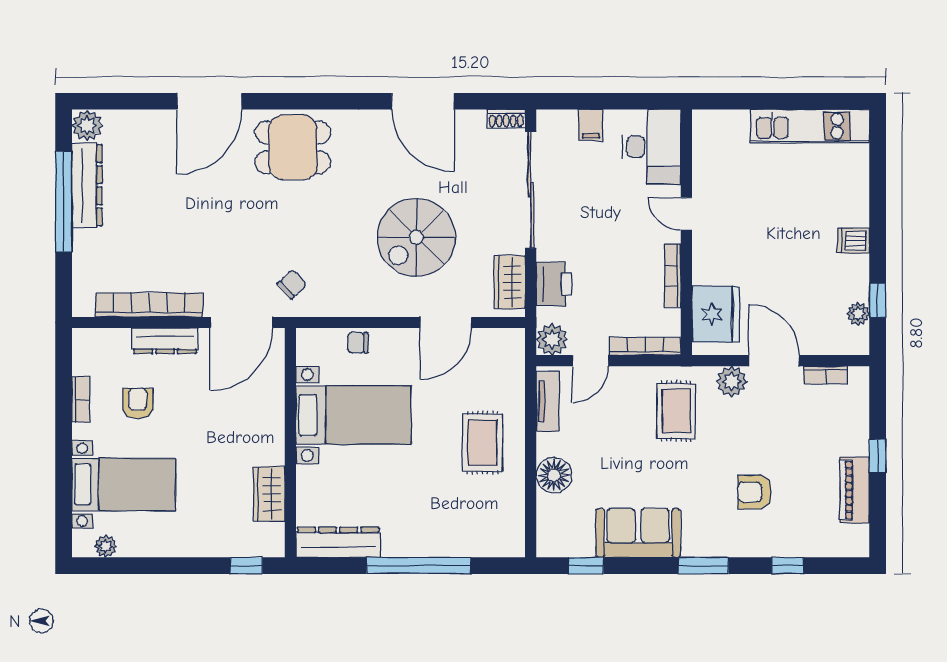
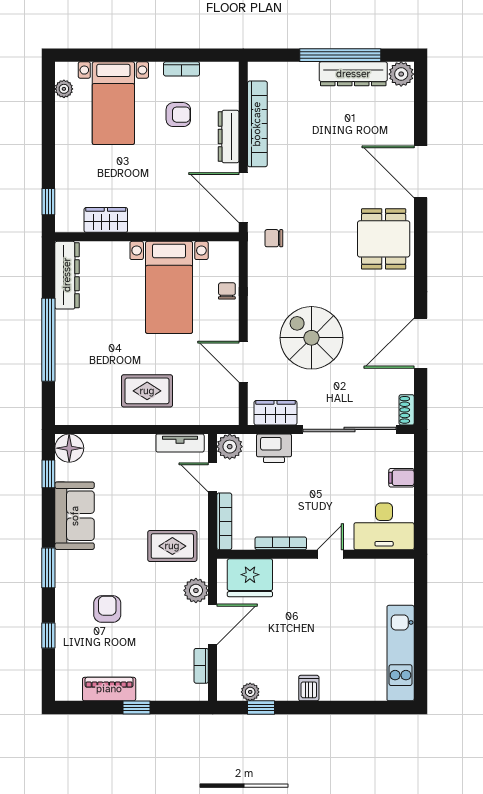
chair: (292, 284) -> (274, 238), turned 132
floor lamp: (554, 475) -> (69, 448), moved

